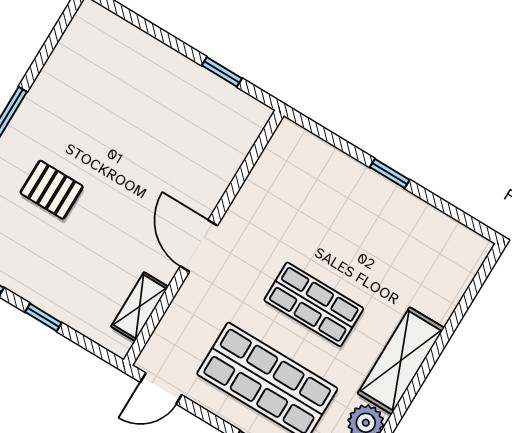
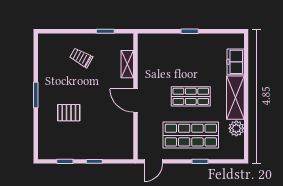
trolley: (142, 95) -> (81, 58), added
freezer: (444, 290) -> (236, 62), added
shelving: (140, 307) -> (127, 64), moved

